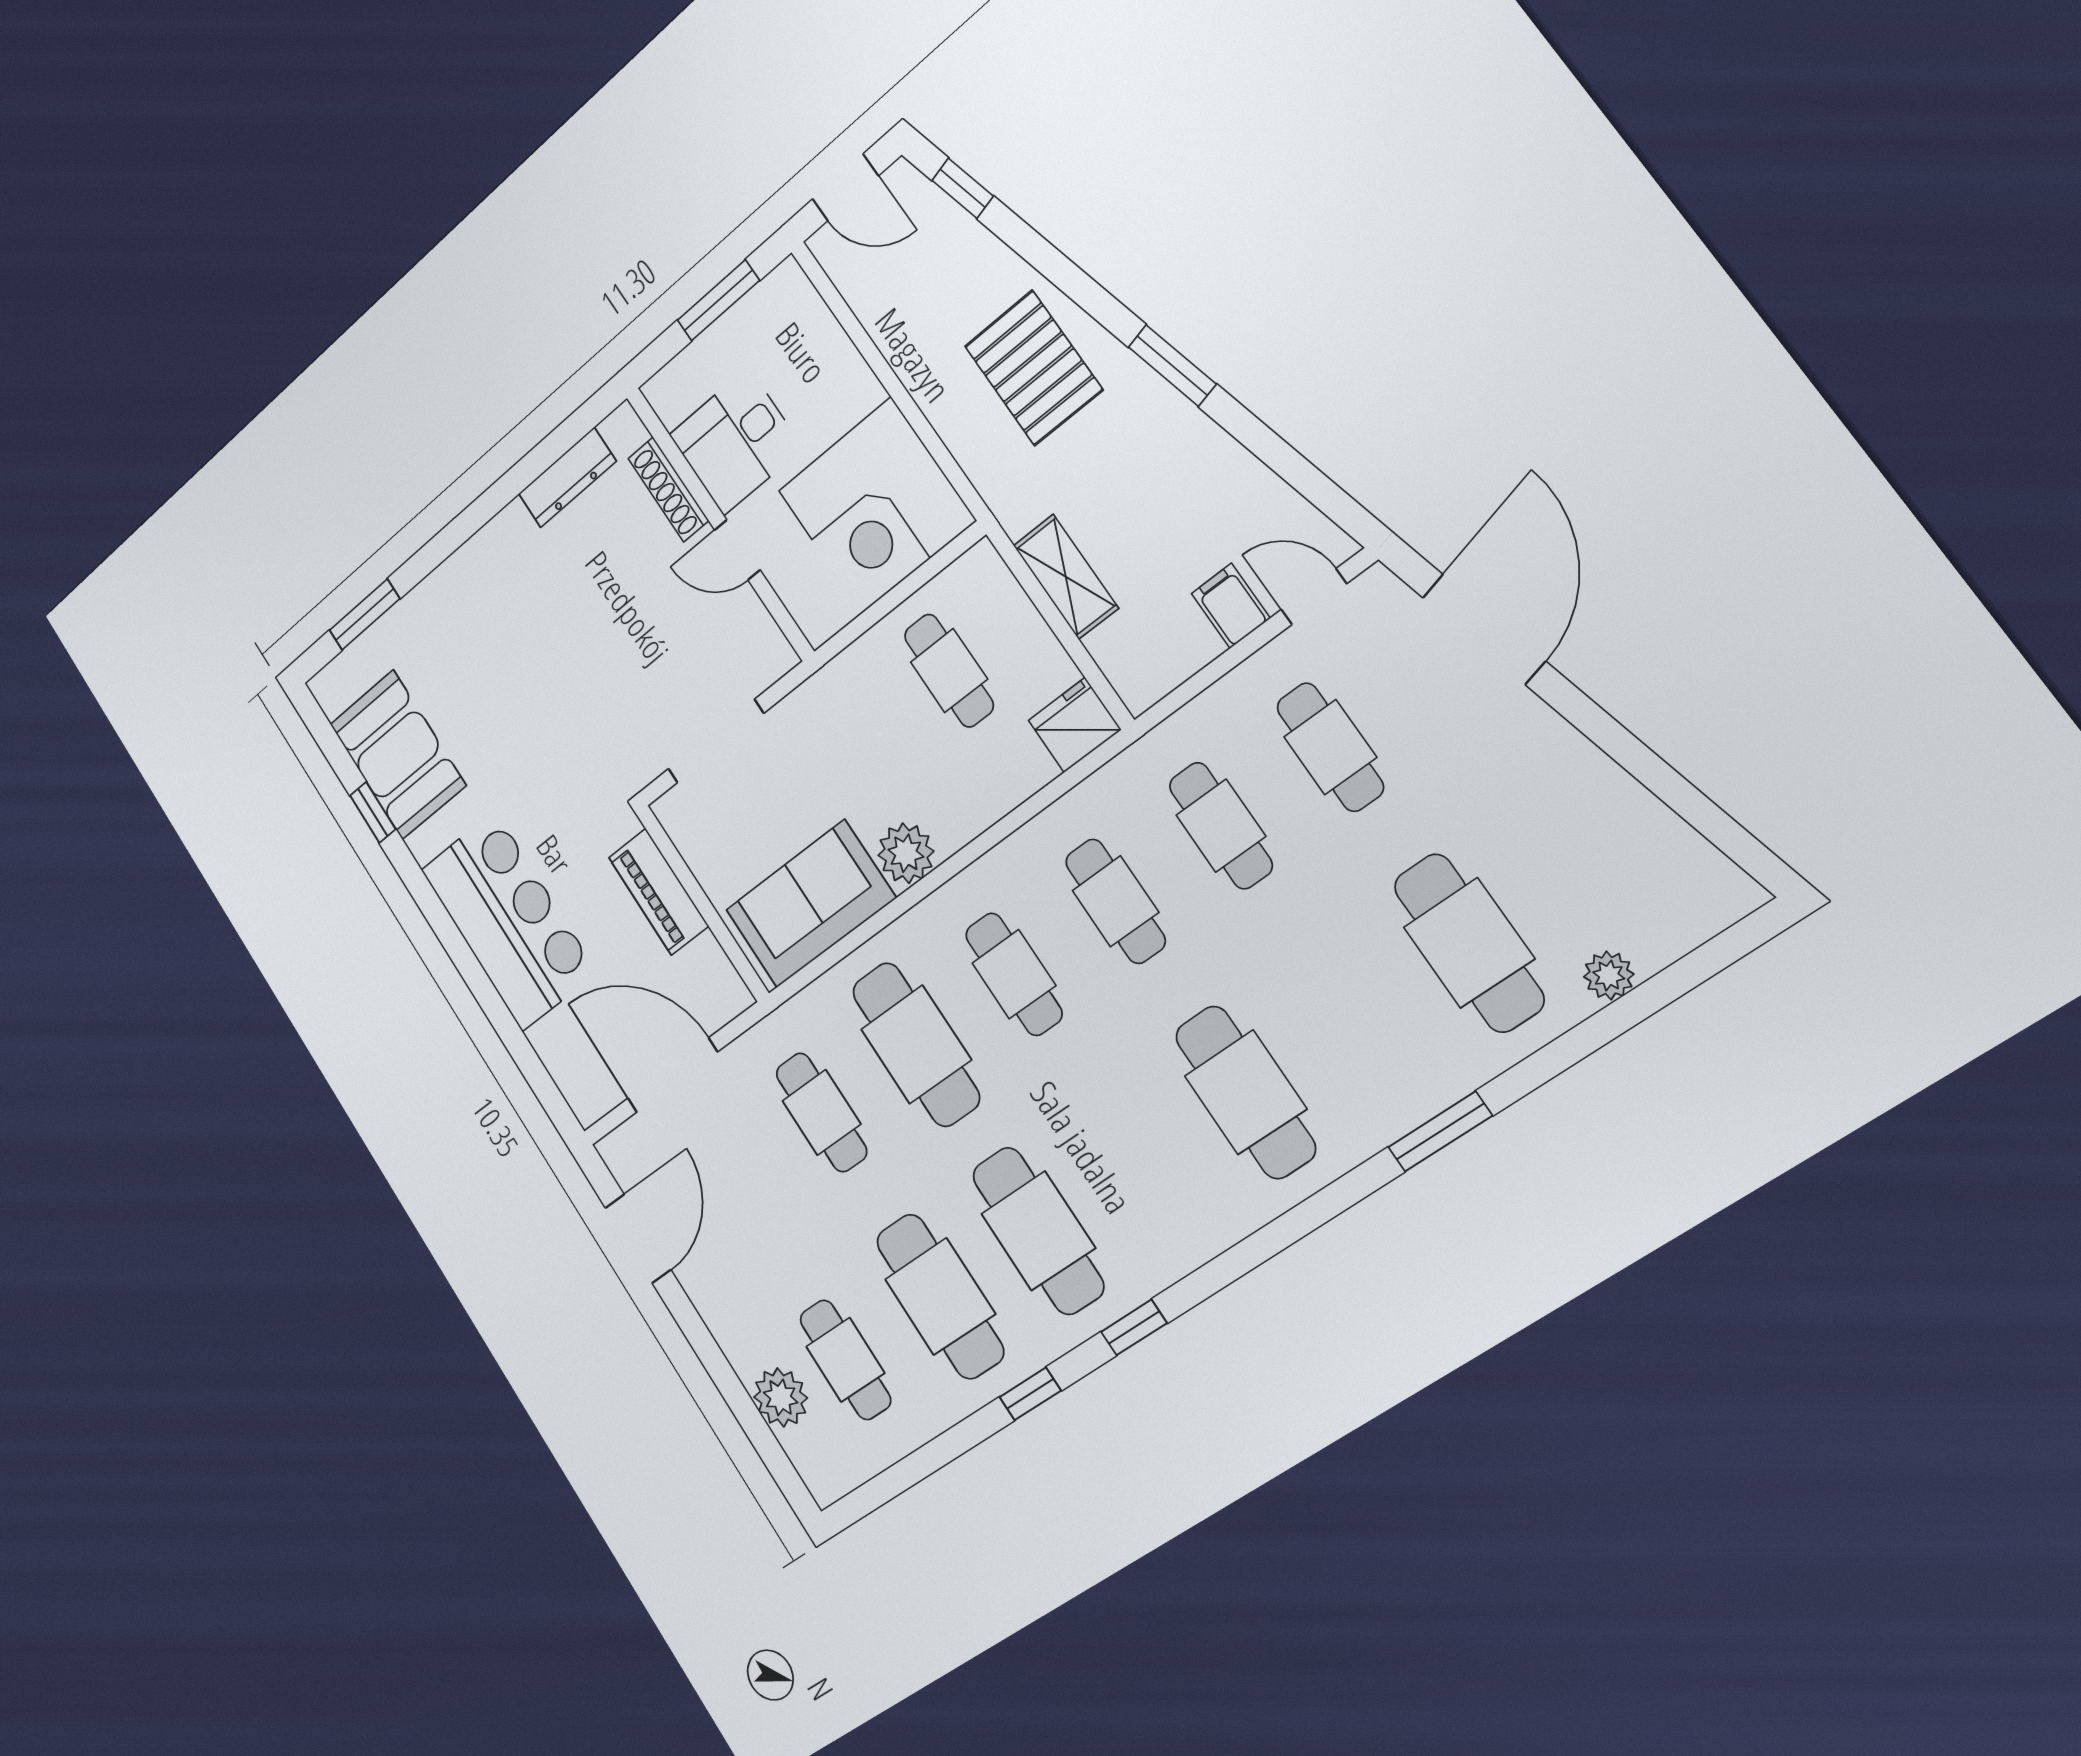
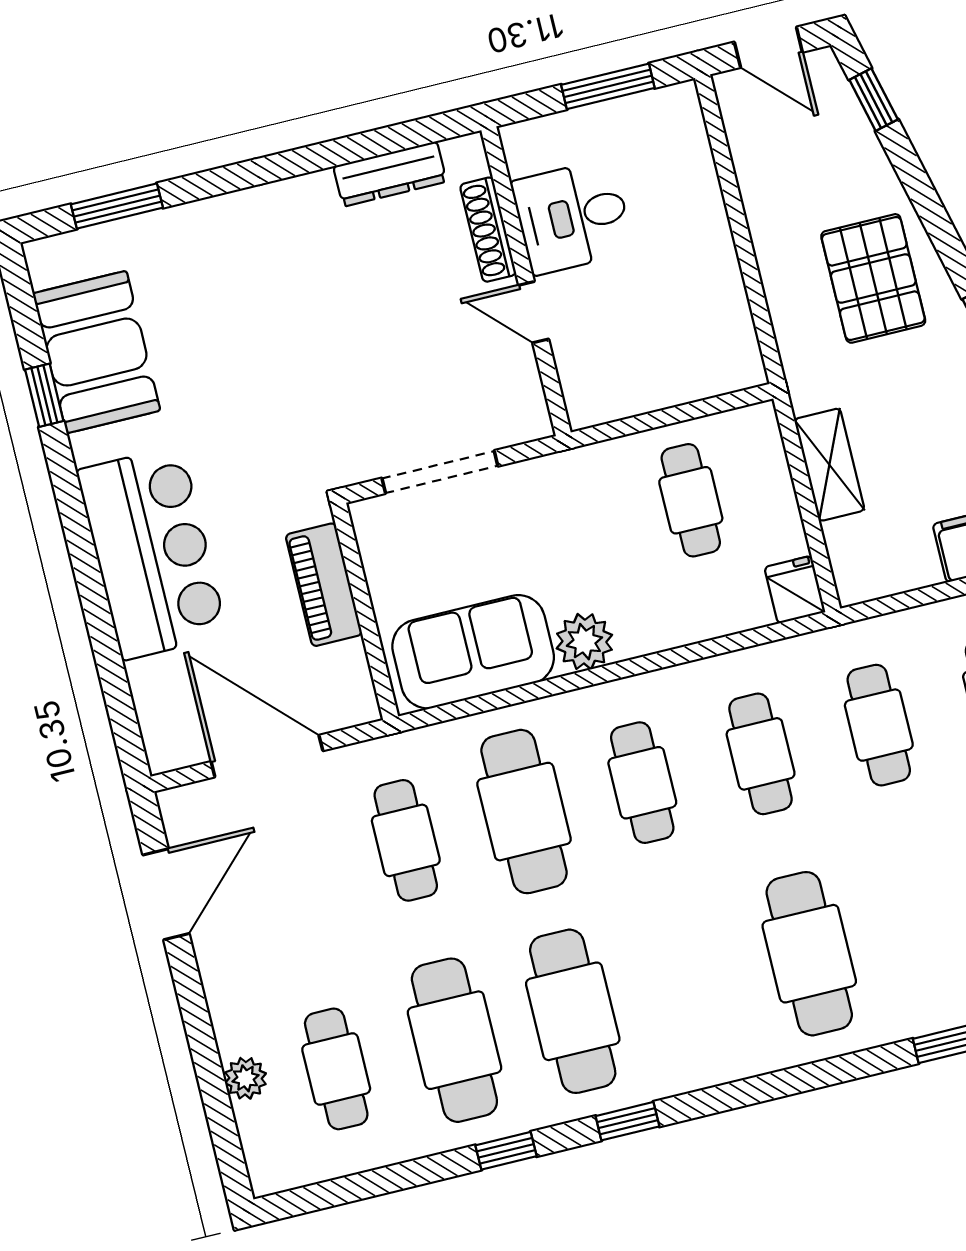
corner desk: (876, 506) -> (683, 331), removed
fridge: (1075, 725) -> (795, 590), width x0.72
plant: (781, 1397) -> (245, 1078), width x0.73, depth x0.73

